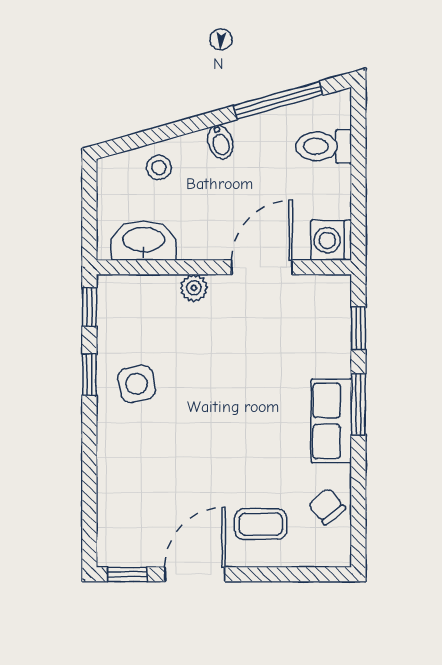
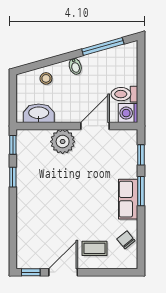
toilet: (324, 146) -> (124, 94), moved
plant: (194, 288) -> (63, 142), width x1.88, depth x1.88
side table: (137, 384) -> (35, 181), removed

